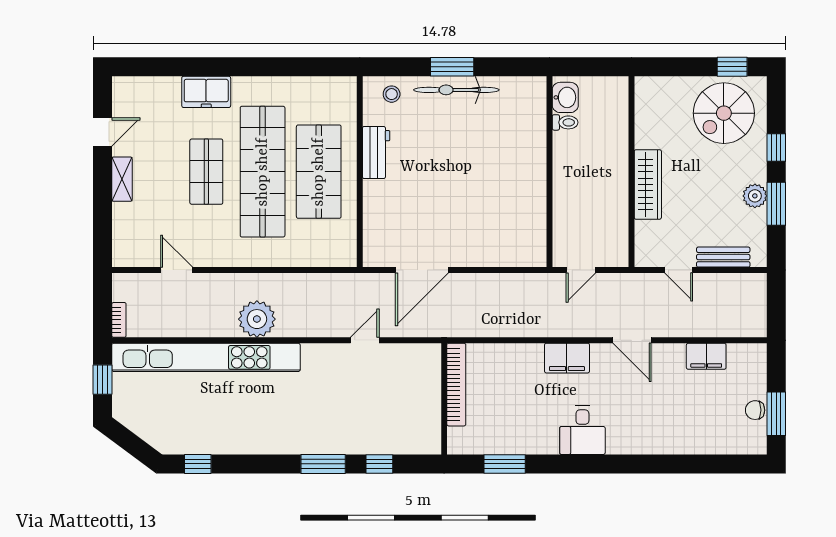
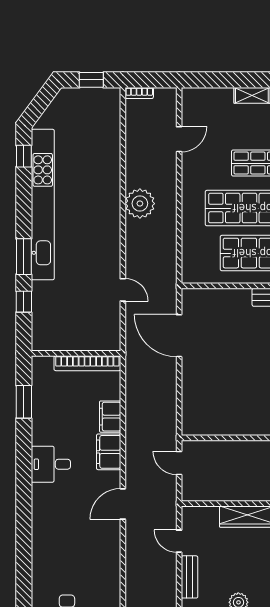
door: (679, 270) -> (179, 541), hinge flipped
filing cabinet: (706, 356) -> (110, 417), moved
kitchen unit: (206, 357) -> (43, 205), moved, turned 180

